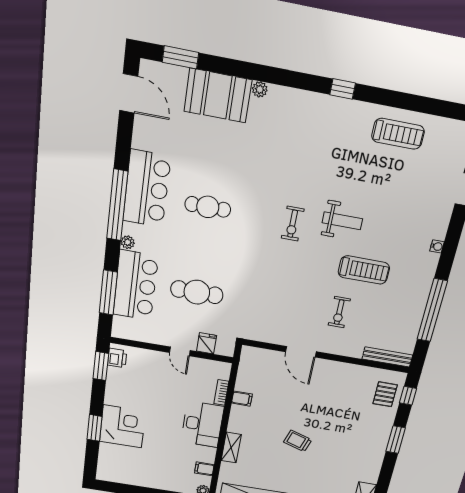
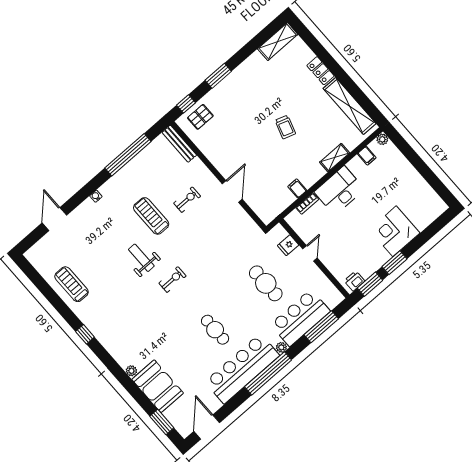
bar counter: (147, 189) -> (242, 369), width x1.36
window: (94, 428) -> (395, 263), moved

